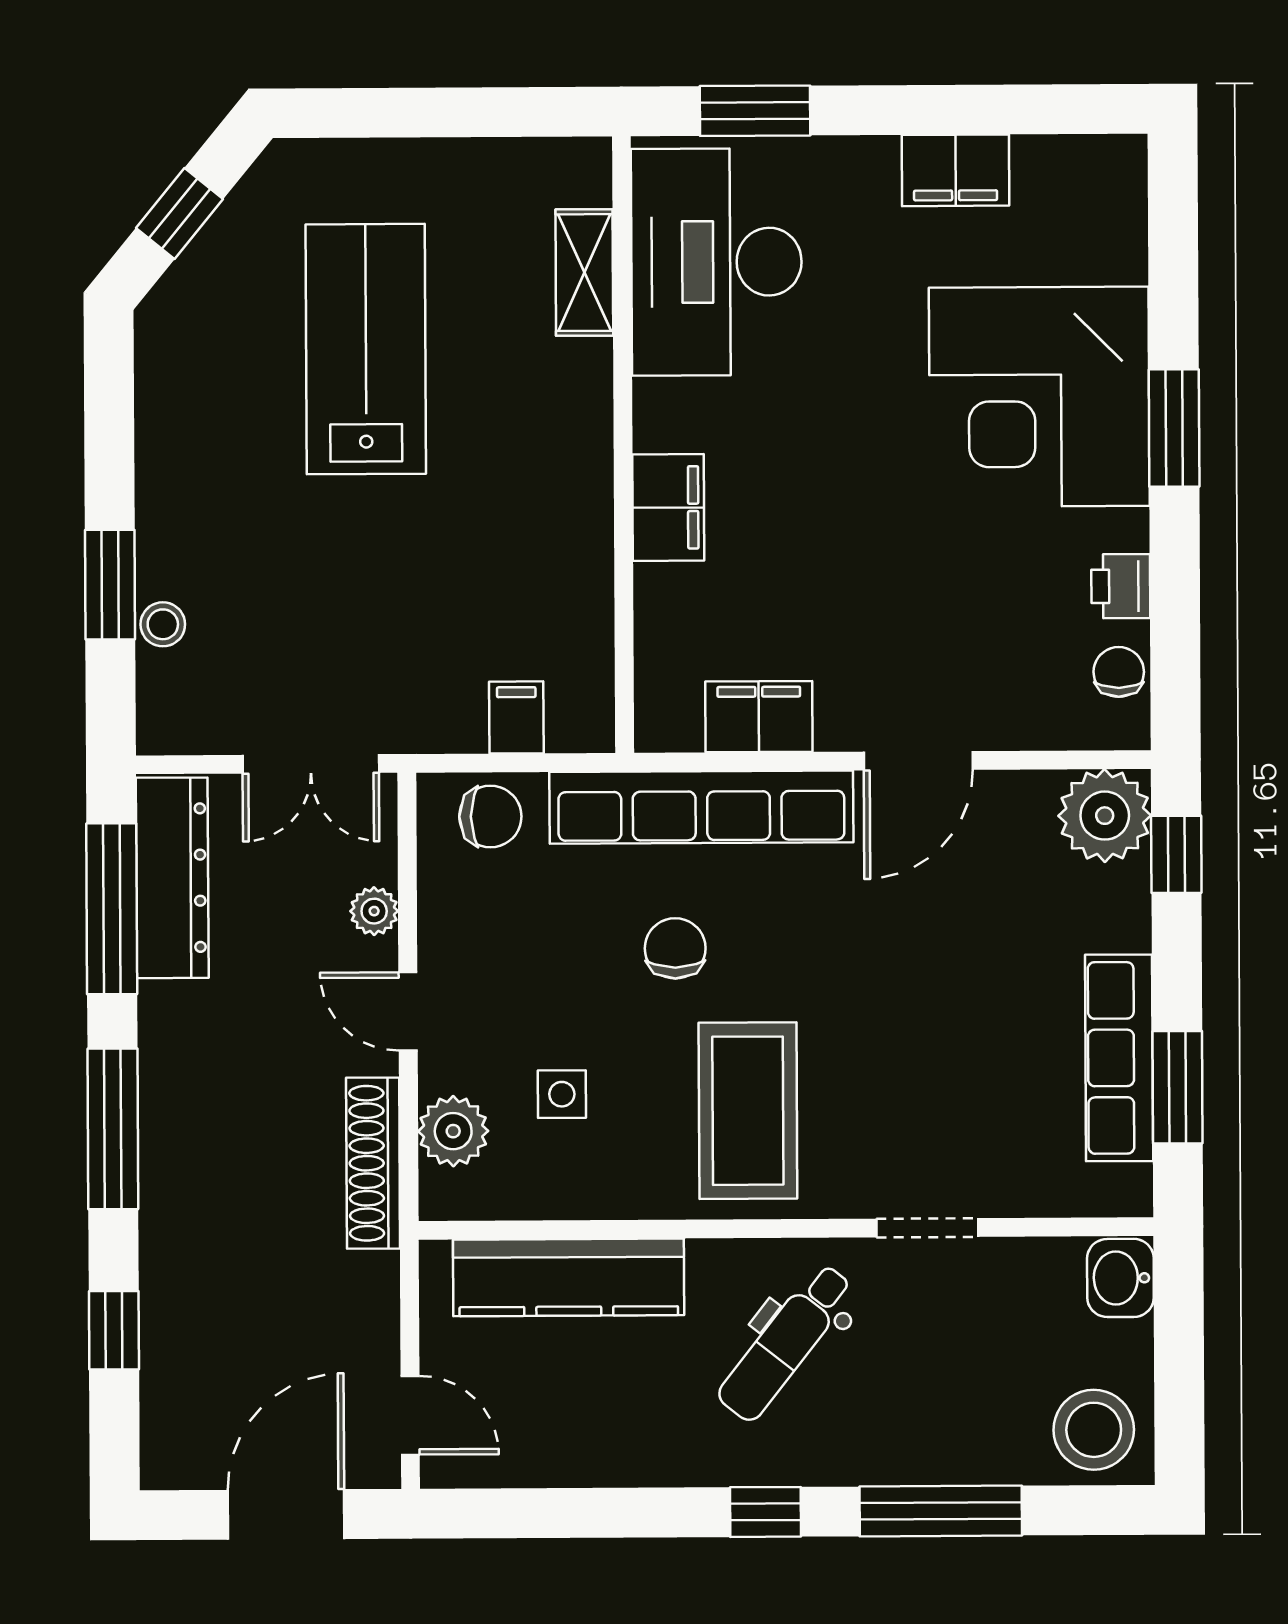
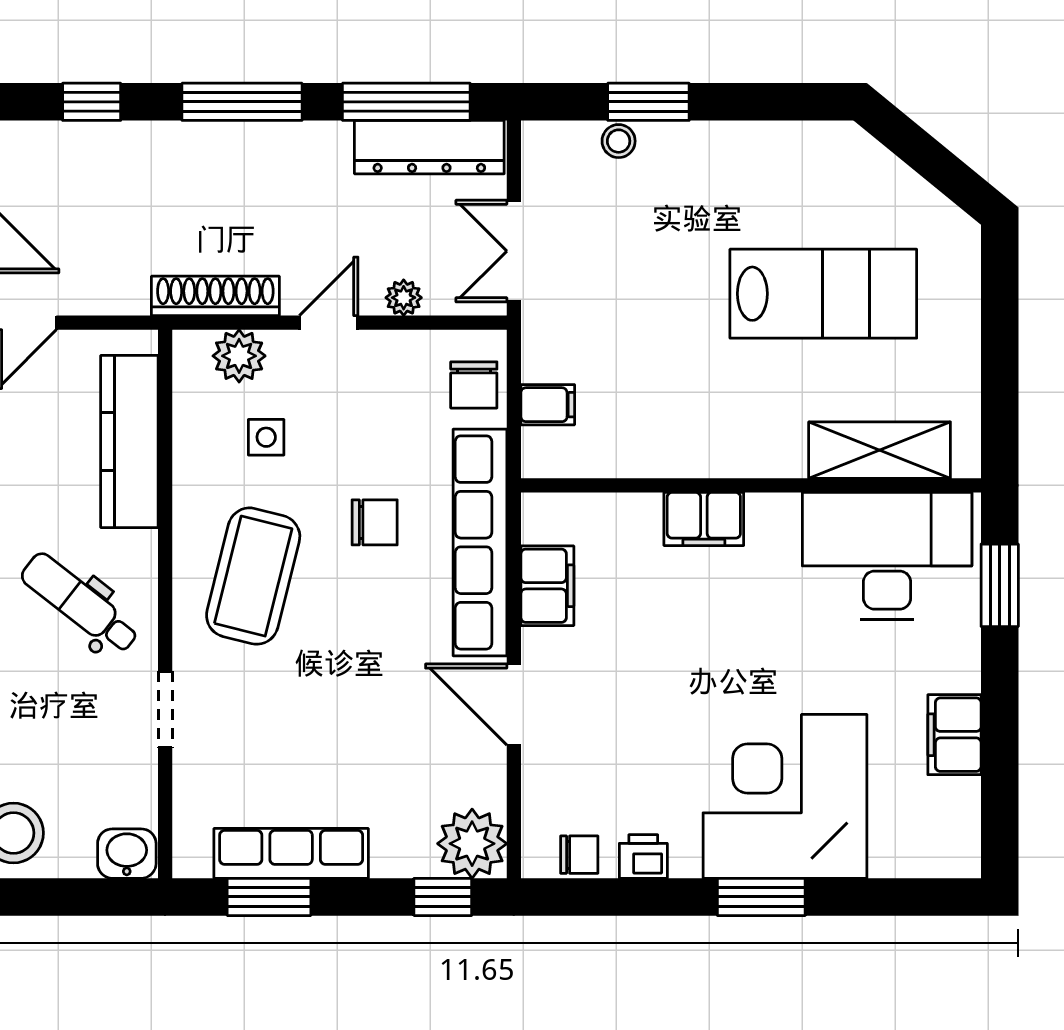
window: (179, 214) -> (925, 155), removed
shelving: (584, 273) -> (880, 450), width x1.50, depth x1.33
coffee table: (748, 1111) -> (253, 576), turned -76

